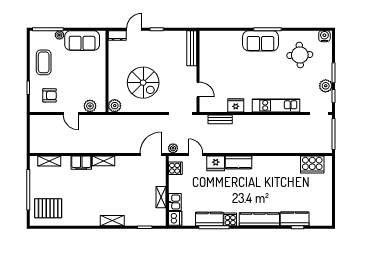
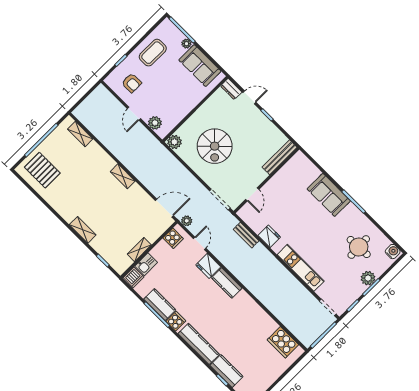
sofa: (261, 41) -> (329, 195), moved
plant: (326, 86) -> (368, 278), moved
filing cabinet: (81, 163) -> (104, 160), removed

